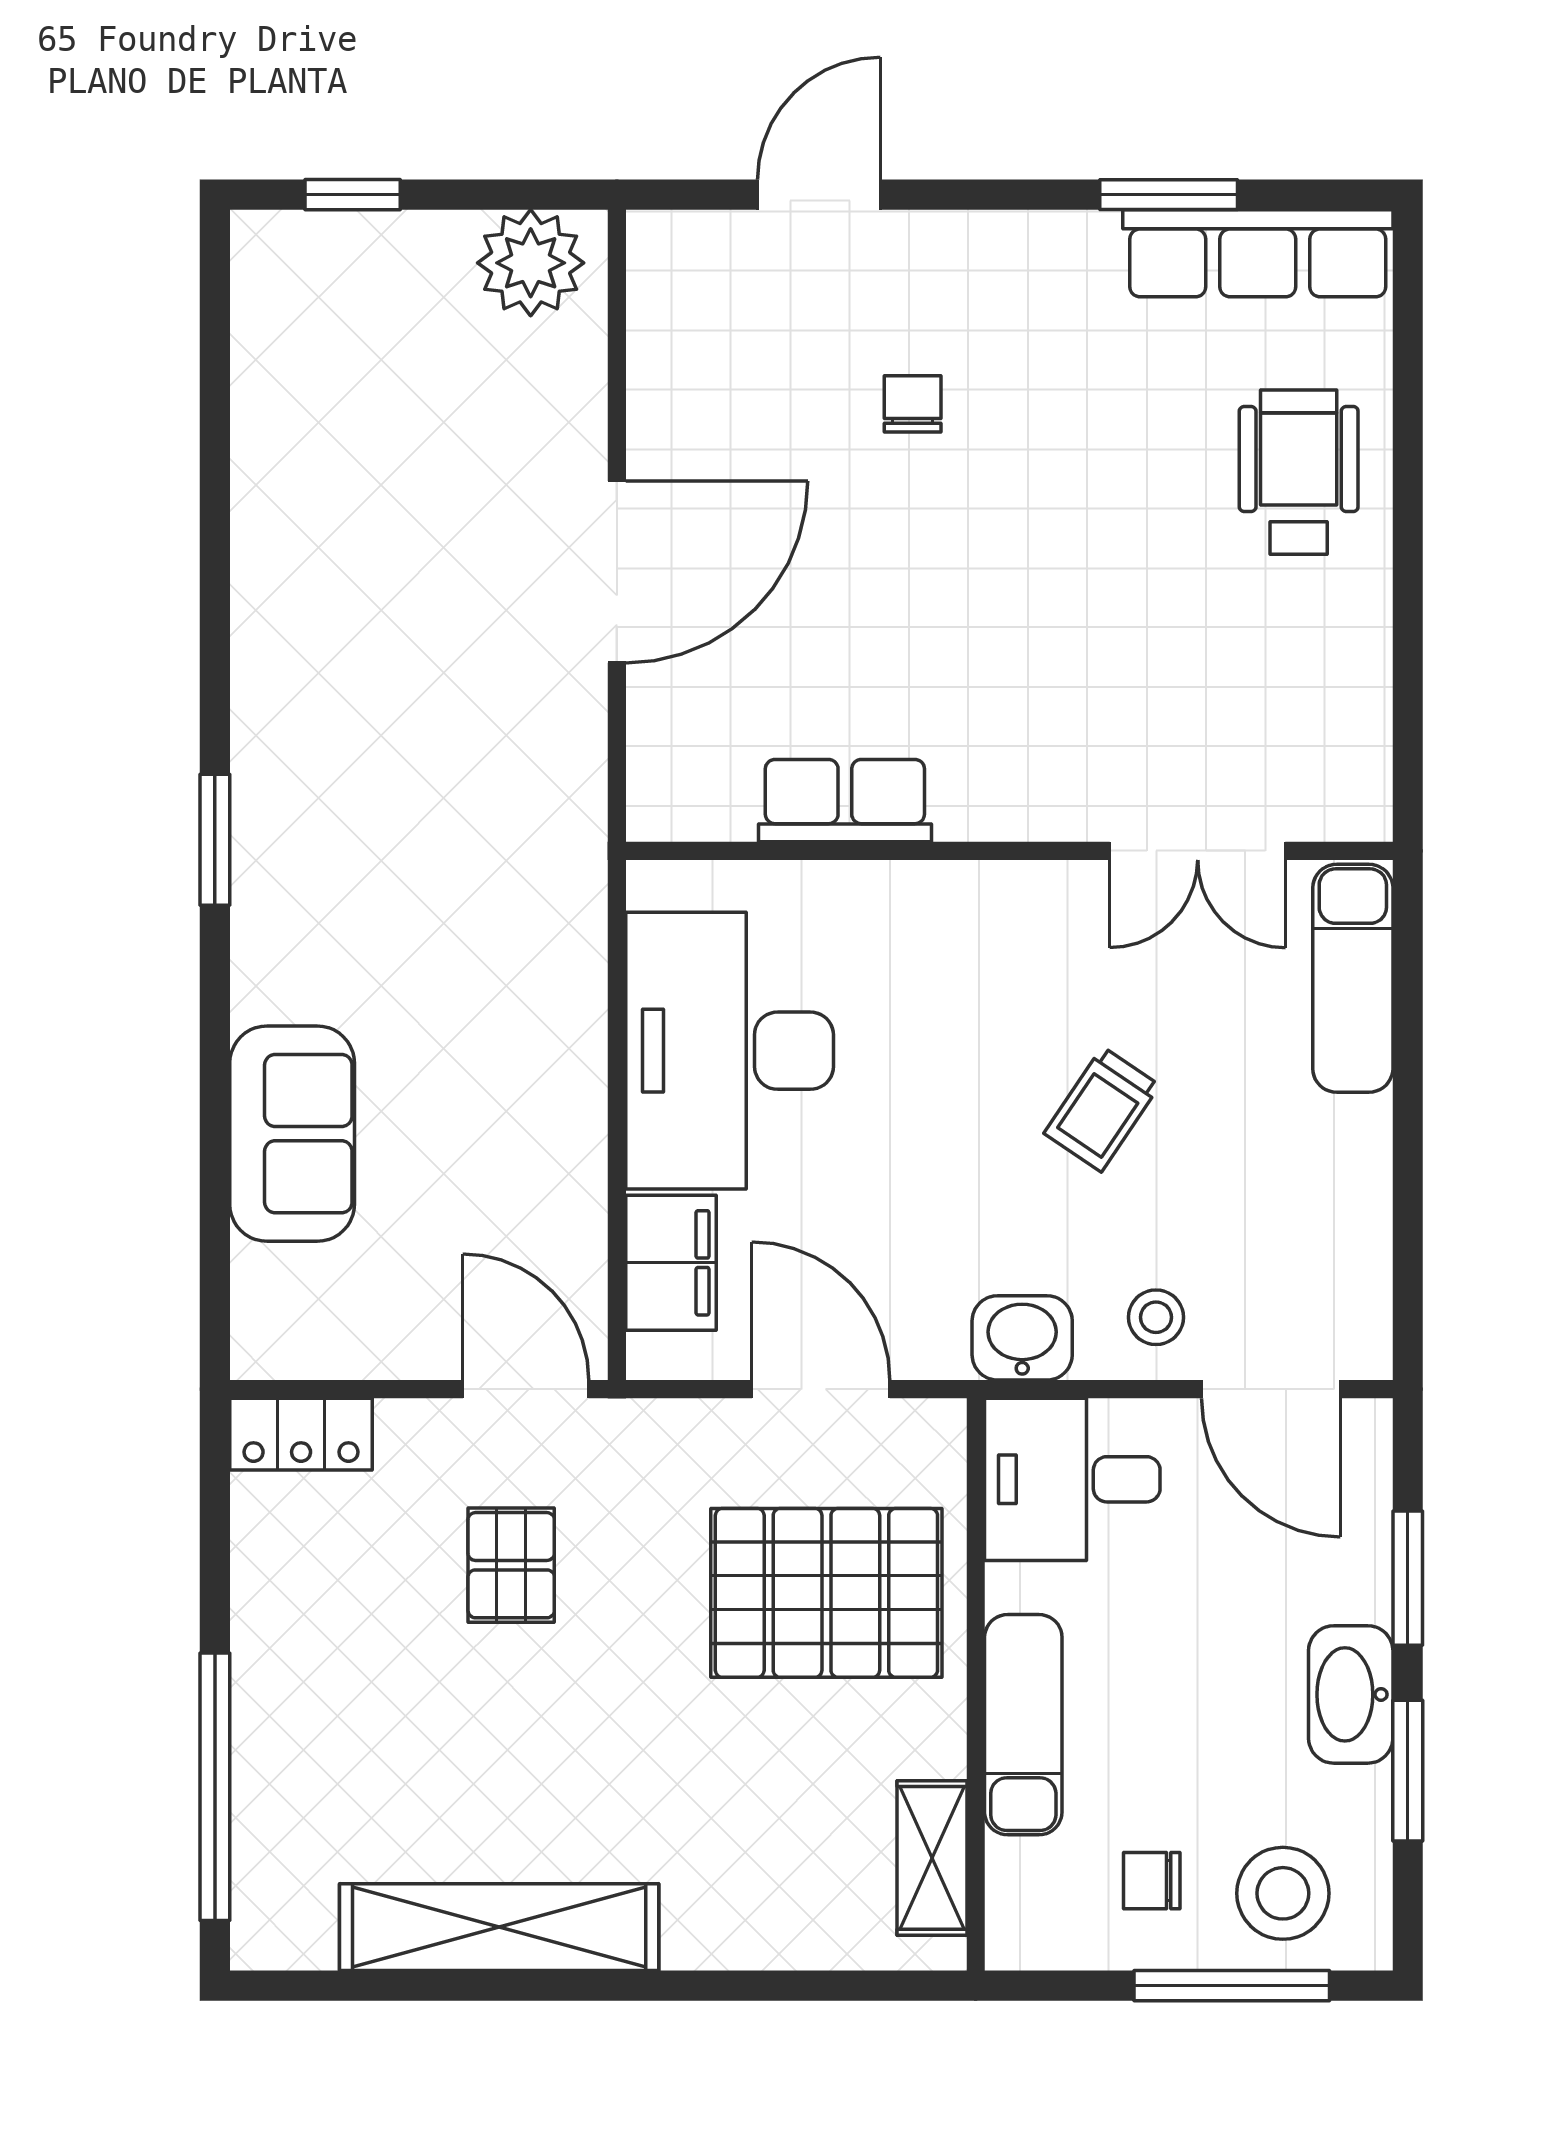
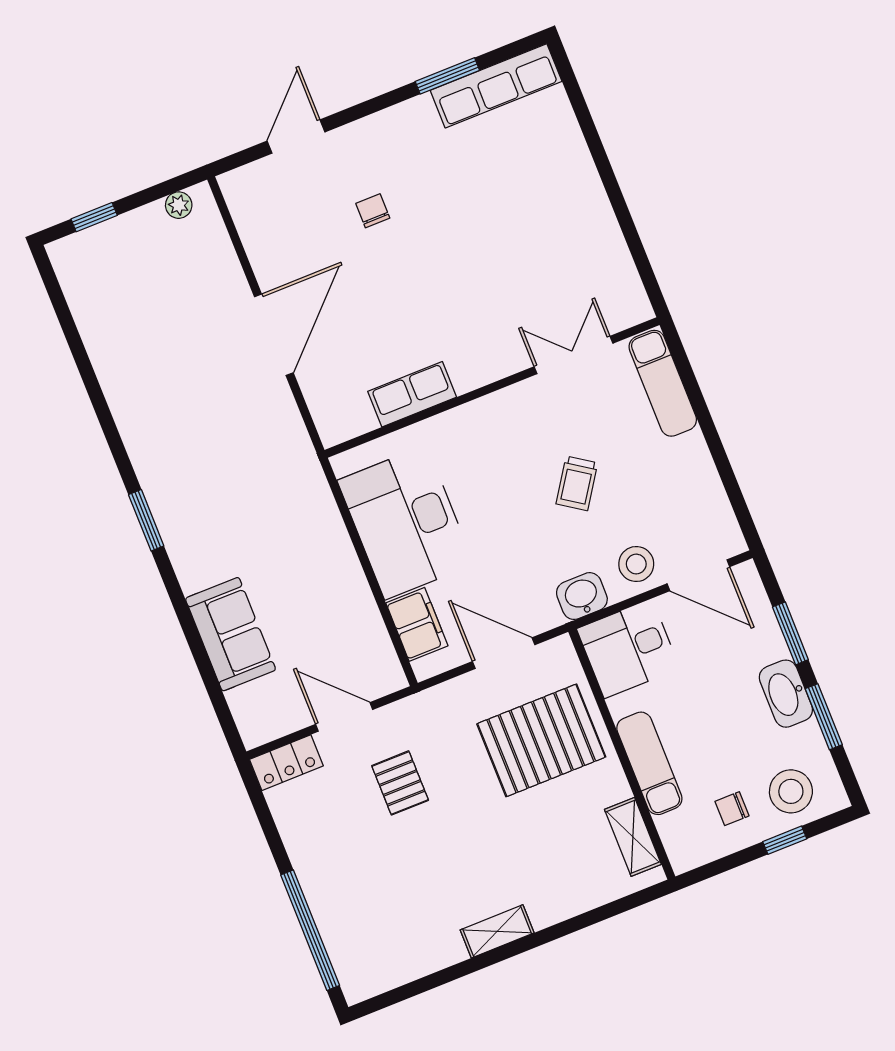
plant: (531, 263) -> (179, 205), width x0.53, depth x0.53
wheelchair: (1299, 472) -> (552, 173), removed
double door: (1198, 851) -> (573, 355), swing flipped
stool: (1156, 1317) -> (636, 564), width x1.37, depth x1.37
door: (526, 1389) -> (344, 717), moved
shelving: (499, 1927) -> (497, 931), width x0.45, depth x0.75
window: (1232, 1986) -> (785, 840), width x0.46

